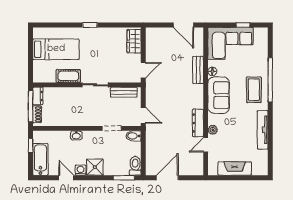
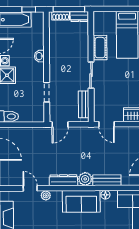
plant: (197, 91) -> (85, 179), added
dresser: (198, 123) -> (63, 180), moved
bidet: (134, 136) -> (39, 115), removed

